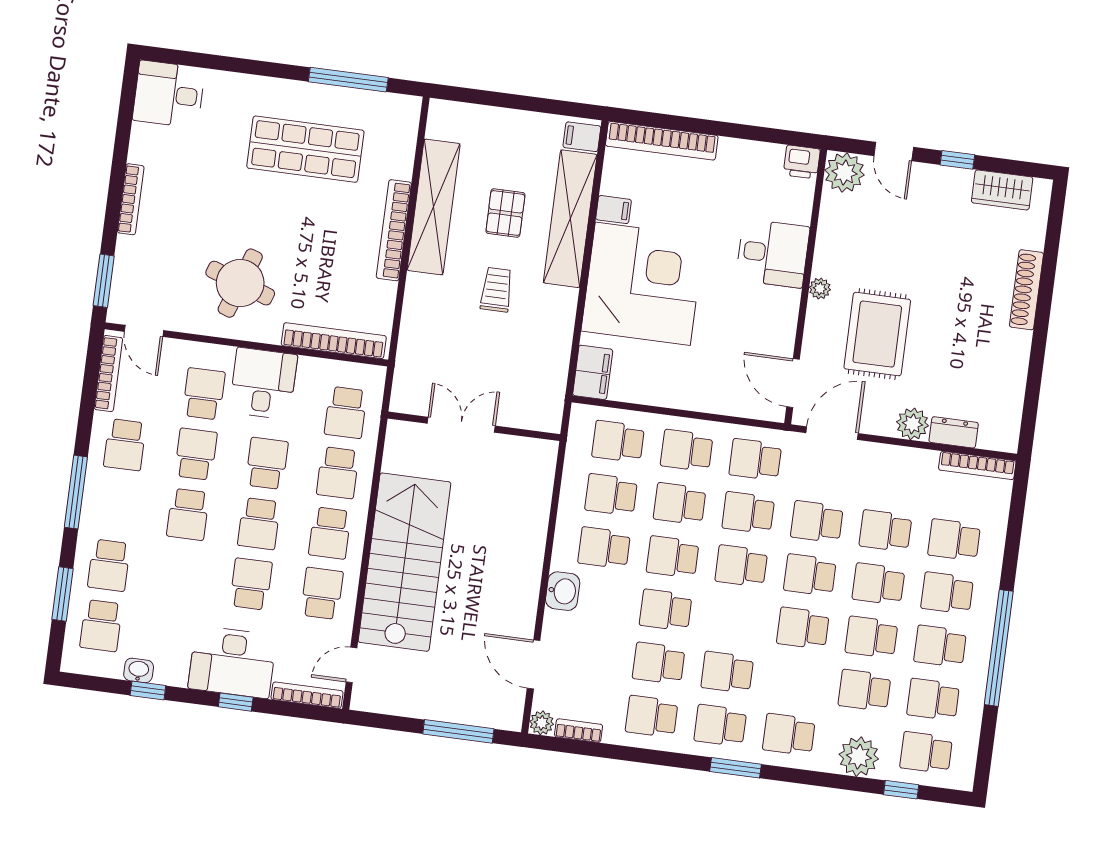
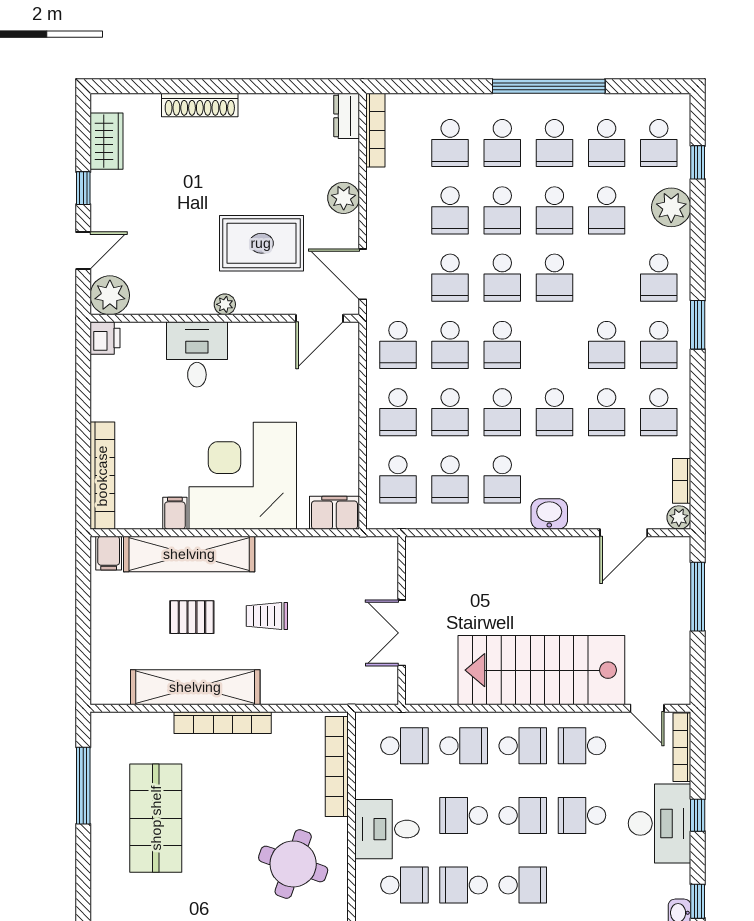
school desk: (204, 394) -> (405, 885), turned 180
dresser: (954, 432) -> (347, 116), moved

